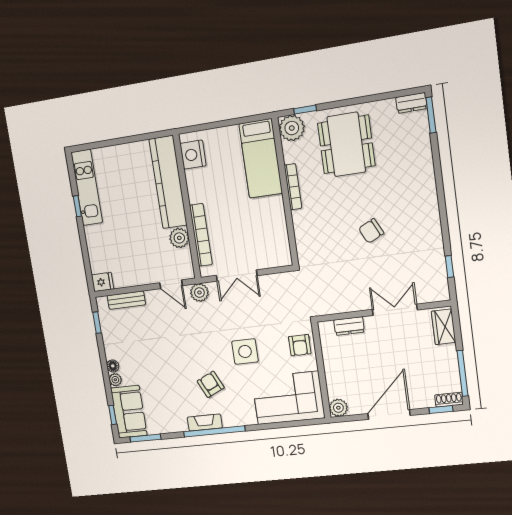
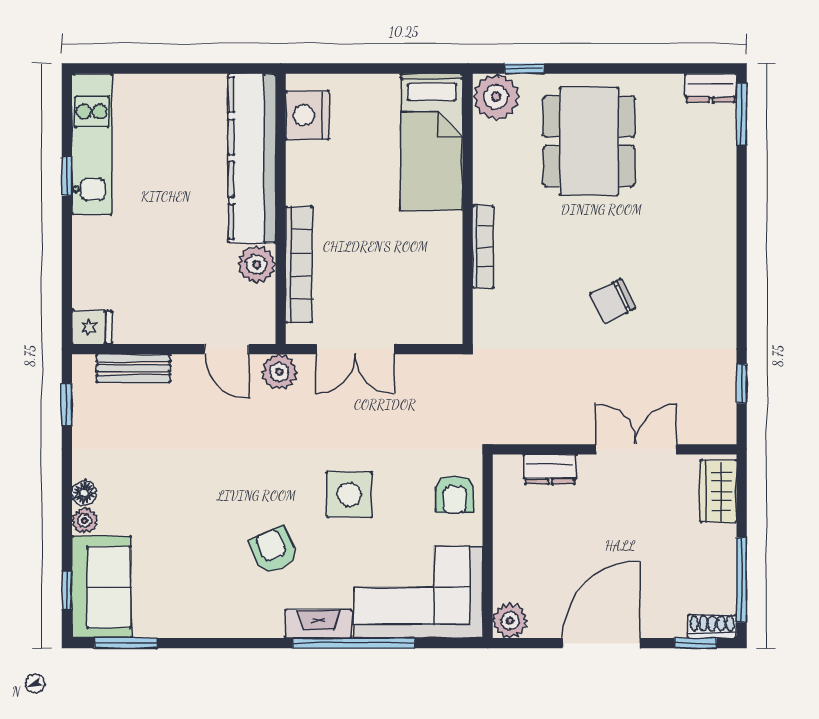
bookcase: (293, 187) -> (483, 247), moved
fireplace: (205, 423) -> (318, 624), moved
window: (214, 431) -> (354, 643), moved

